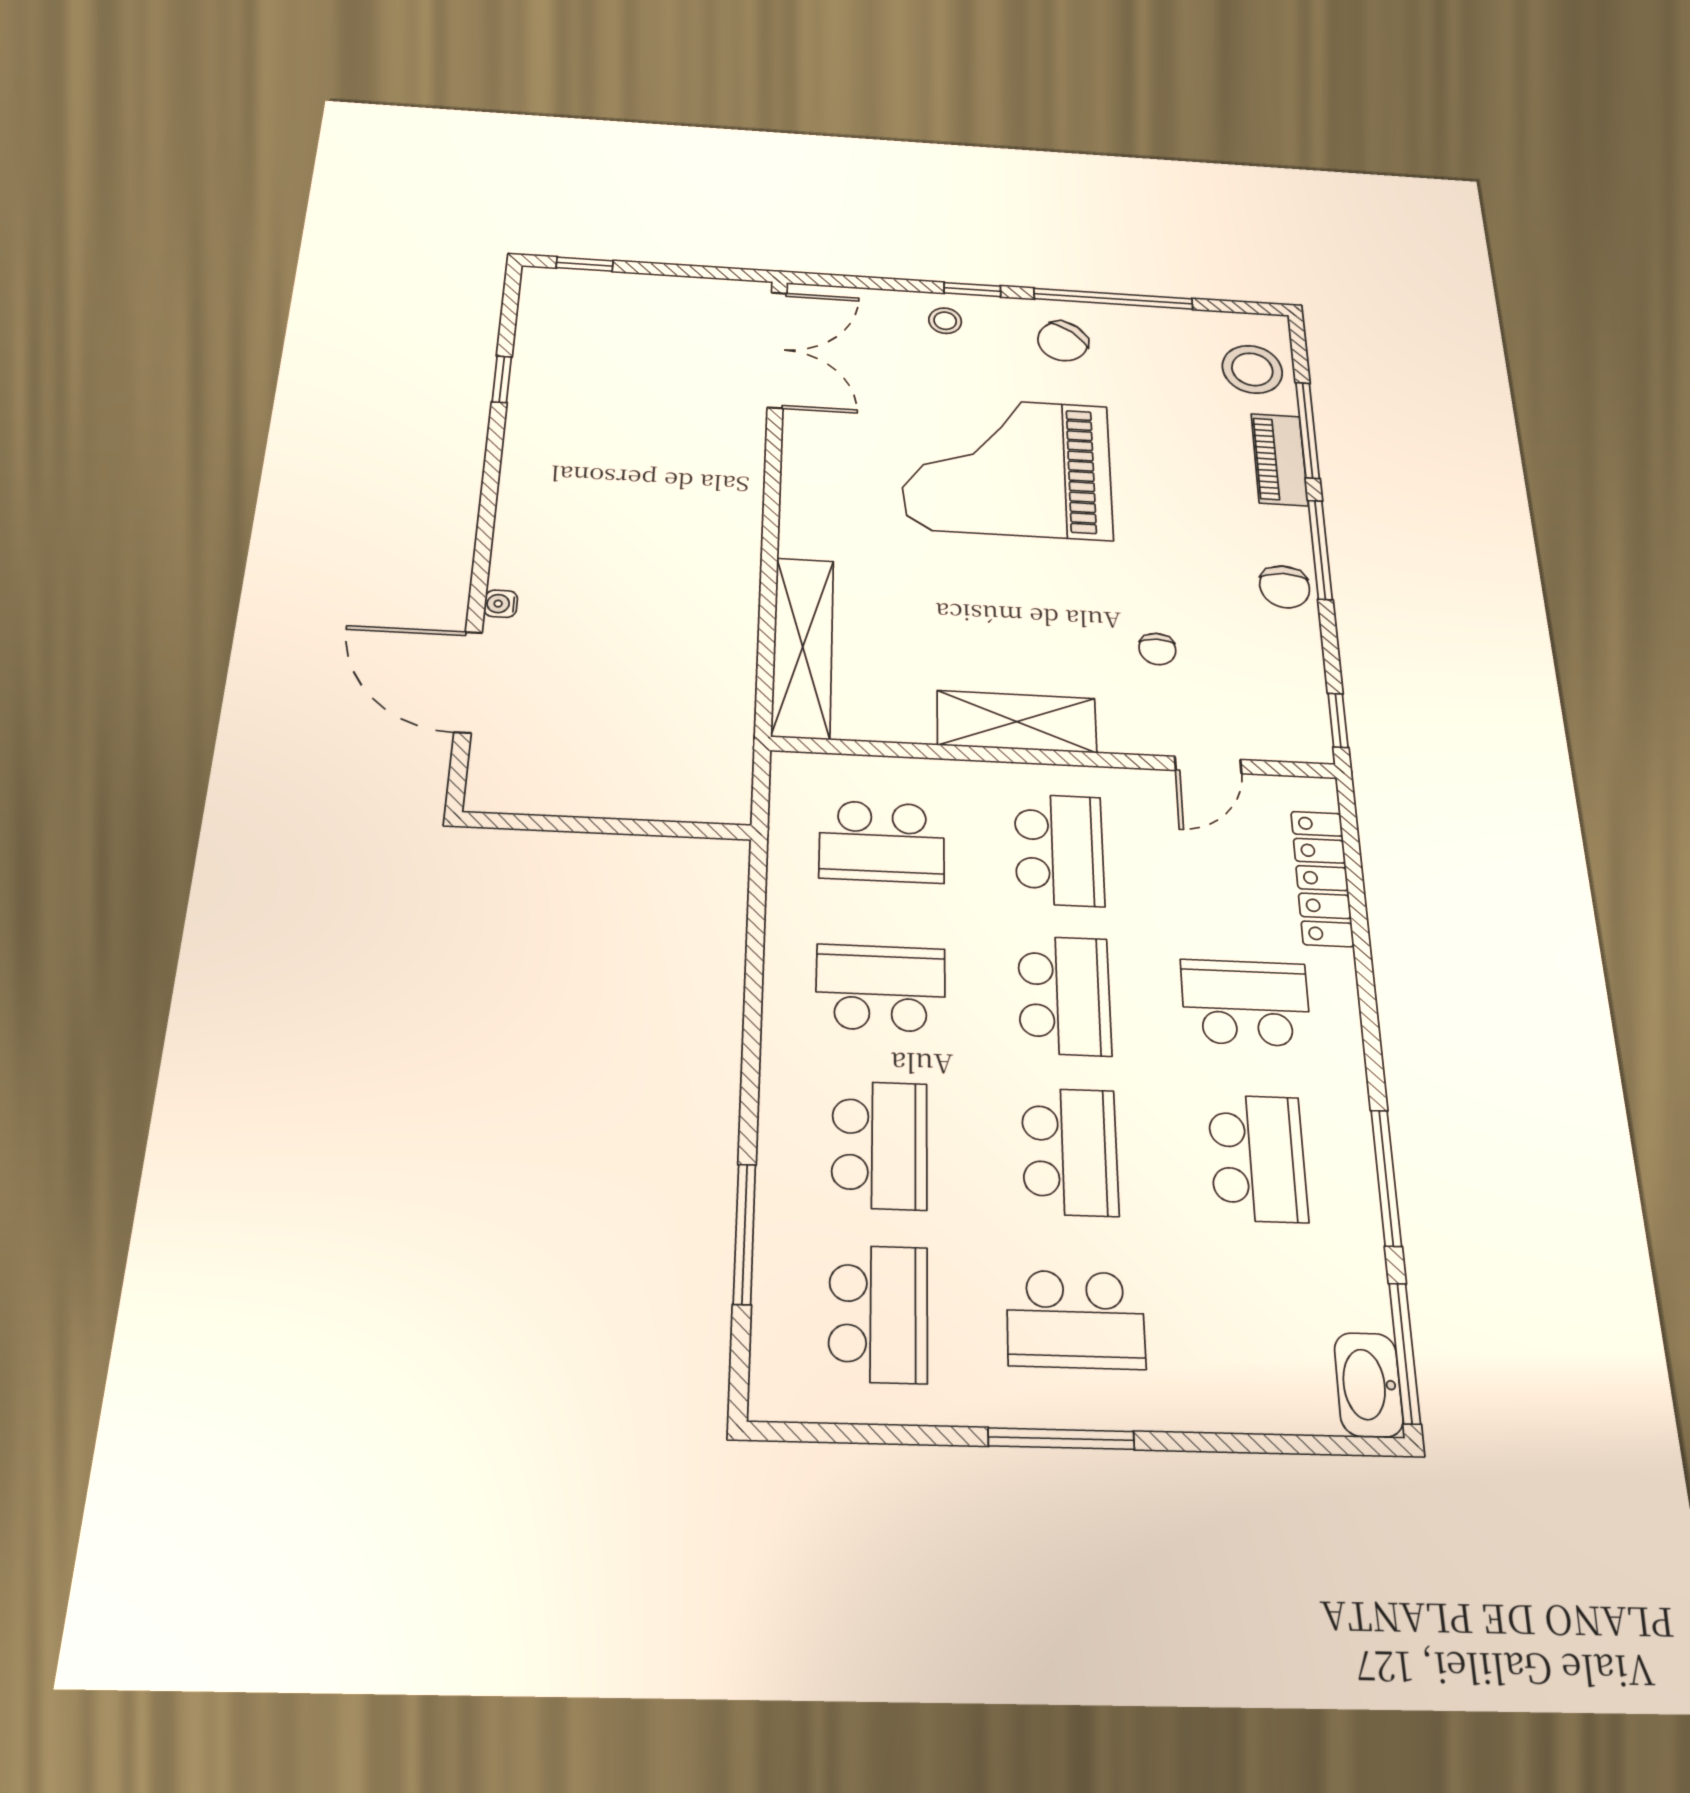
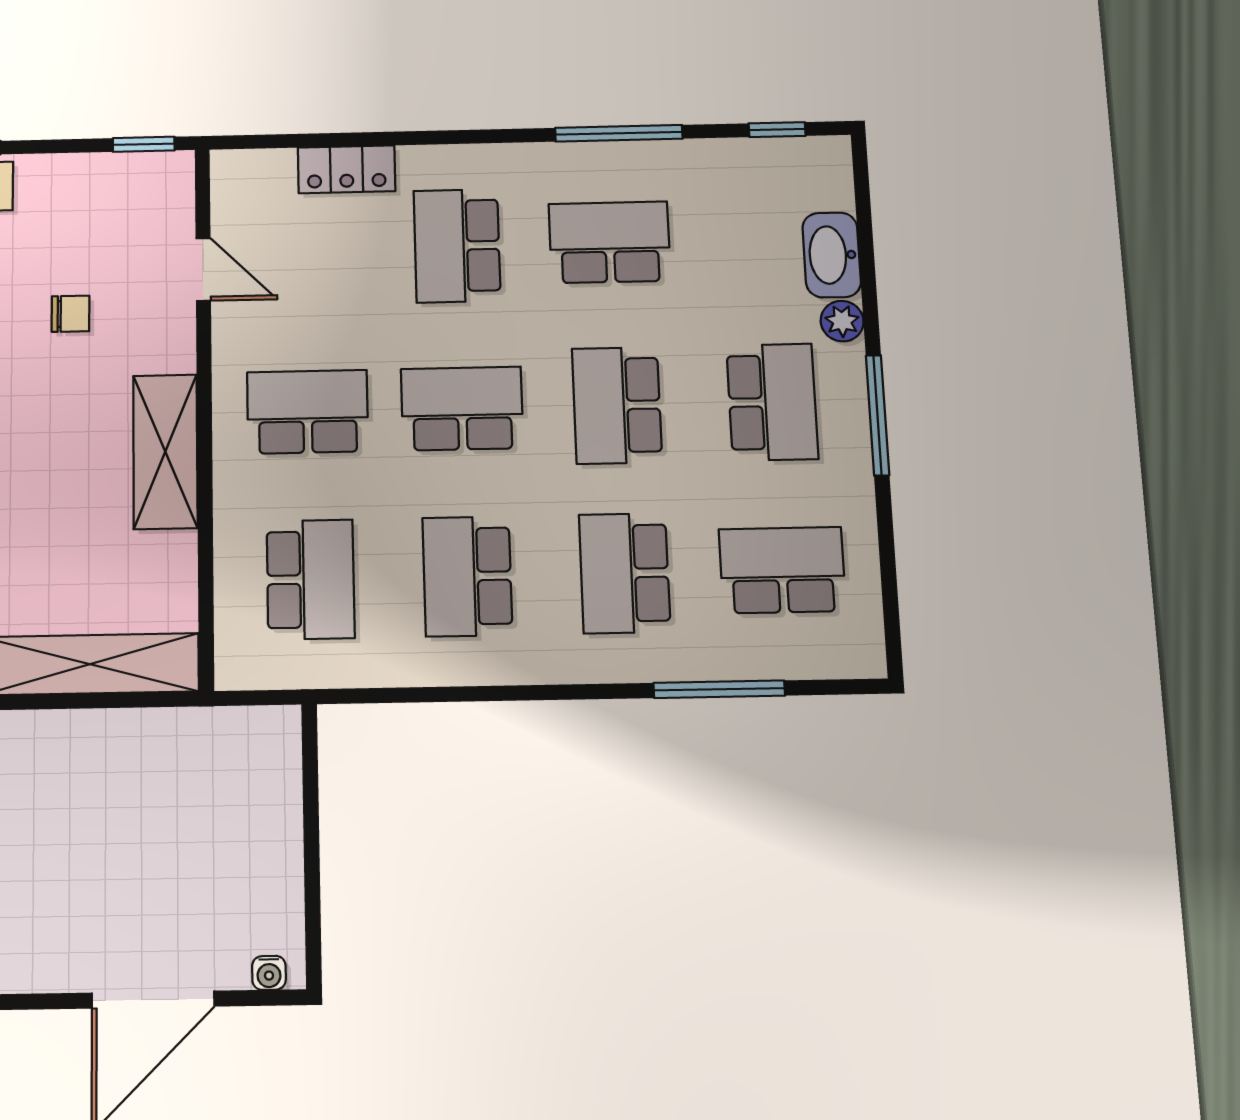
water cooler: (501, 604) -> (269, 973), moved
locker: (1322, 878) -> (347, 169), width x0.66
school desk: (880, 1145) -> (625, 573), turned -90
school desk: (1070, 1152) -> (617, 405), turned -90
window: (1405, 1353) -> (777, 130), width x0.46
washbasin: (1369, 1385) -> (832, 255), moved, turned 90
plant: (1175, 1408) -> (842, 321), added

